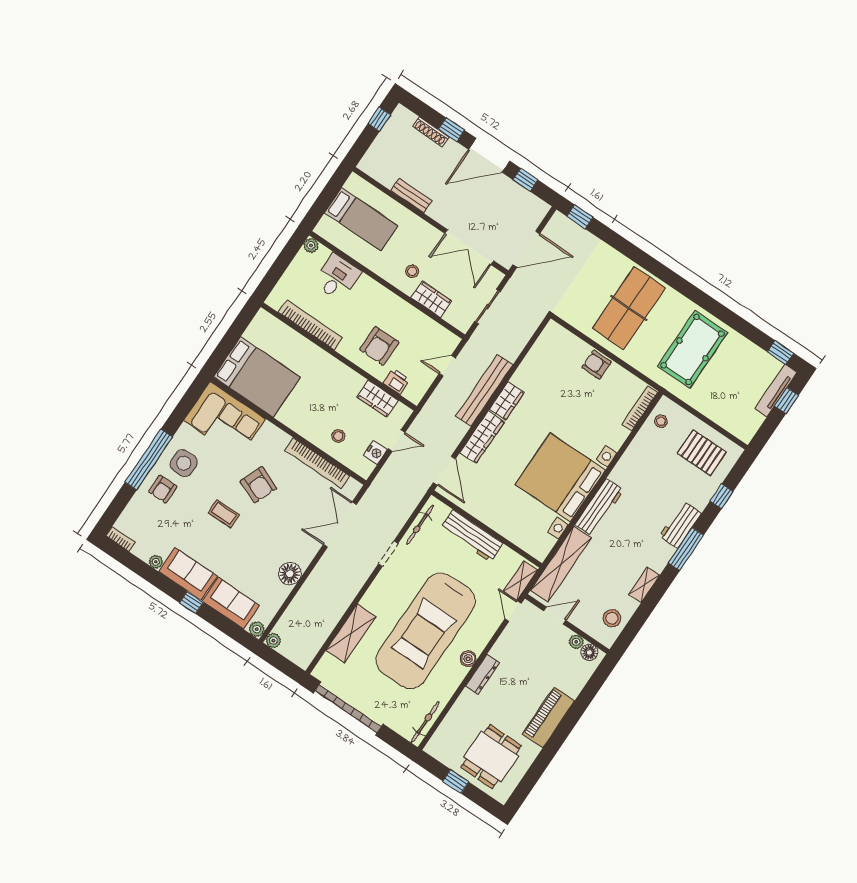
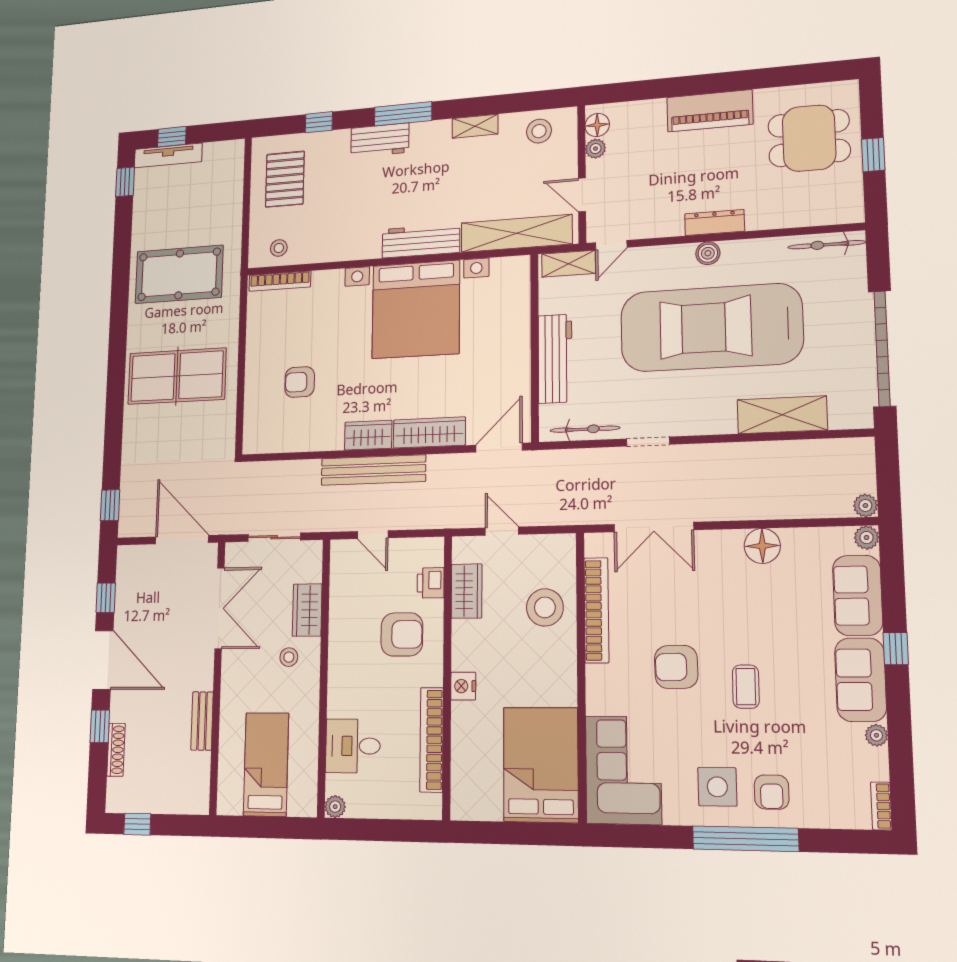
armchair: (597, 365) -> (300, 382), moved, turned 90
stool: (338, 436) -> (545, 607), width x1.89, depth x1.89
nightstand: (375, 452) -> (463, 686), moved, turned -90
armchair: (258, 485) -> (676, 667), turned -113
armchair: (163, 489) -> (772, 792), turned 90
car: (426, 631) -> (711, 328), turned 180

